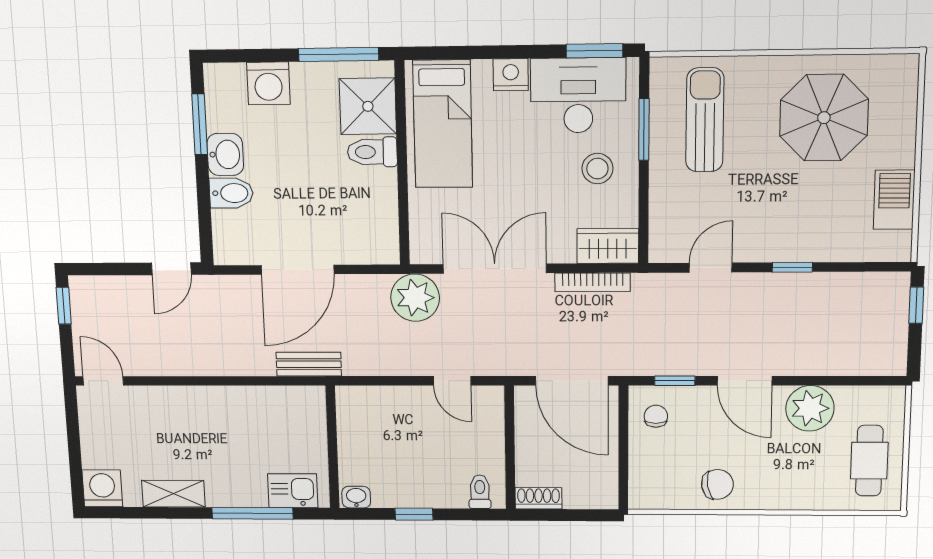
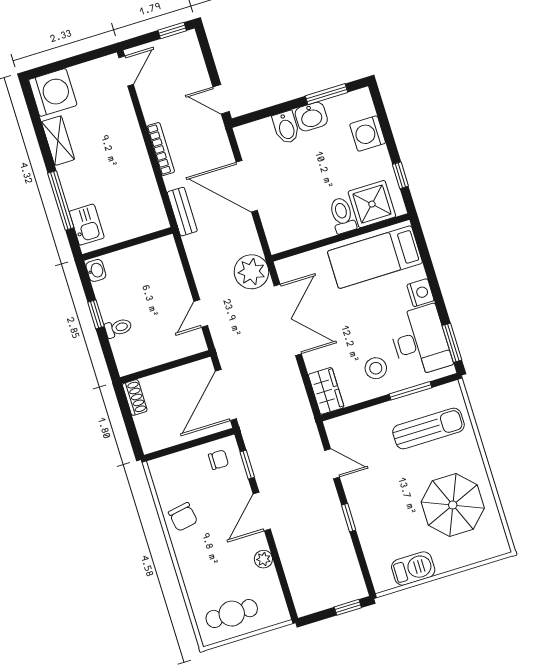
window: (339, 54) -> (400, 175), width x0.46
bookcase: (593, 282) -> (161, 149), moved, turned 180
plant: (810, 408) -> (263, 559), width x0.53, depth x0.53
washing machine: (102, 488) -> (53, 92), width x1.37, depth x1.37
toilet: (480, 492) -> (118, 328), moved

